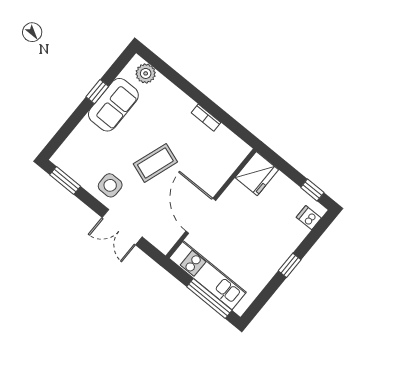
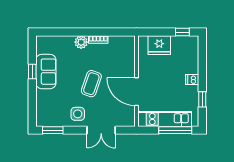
plant: (146, 73) -> (81, 42), moved
fridge: (257, 174) -> (159, 45), moved, turned 90
dishwasher: (309, 218) -> (192, 80), moved
window: (290, 265) -> (202, 99), moved

